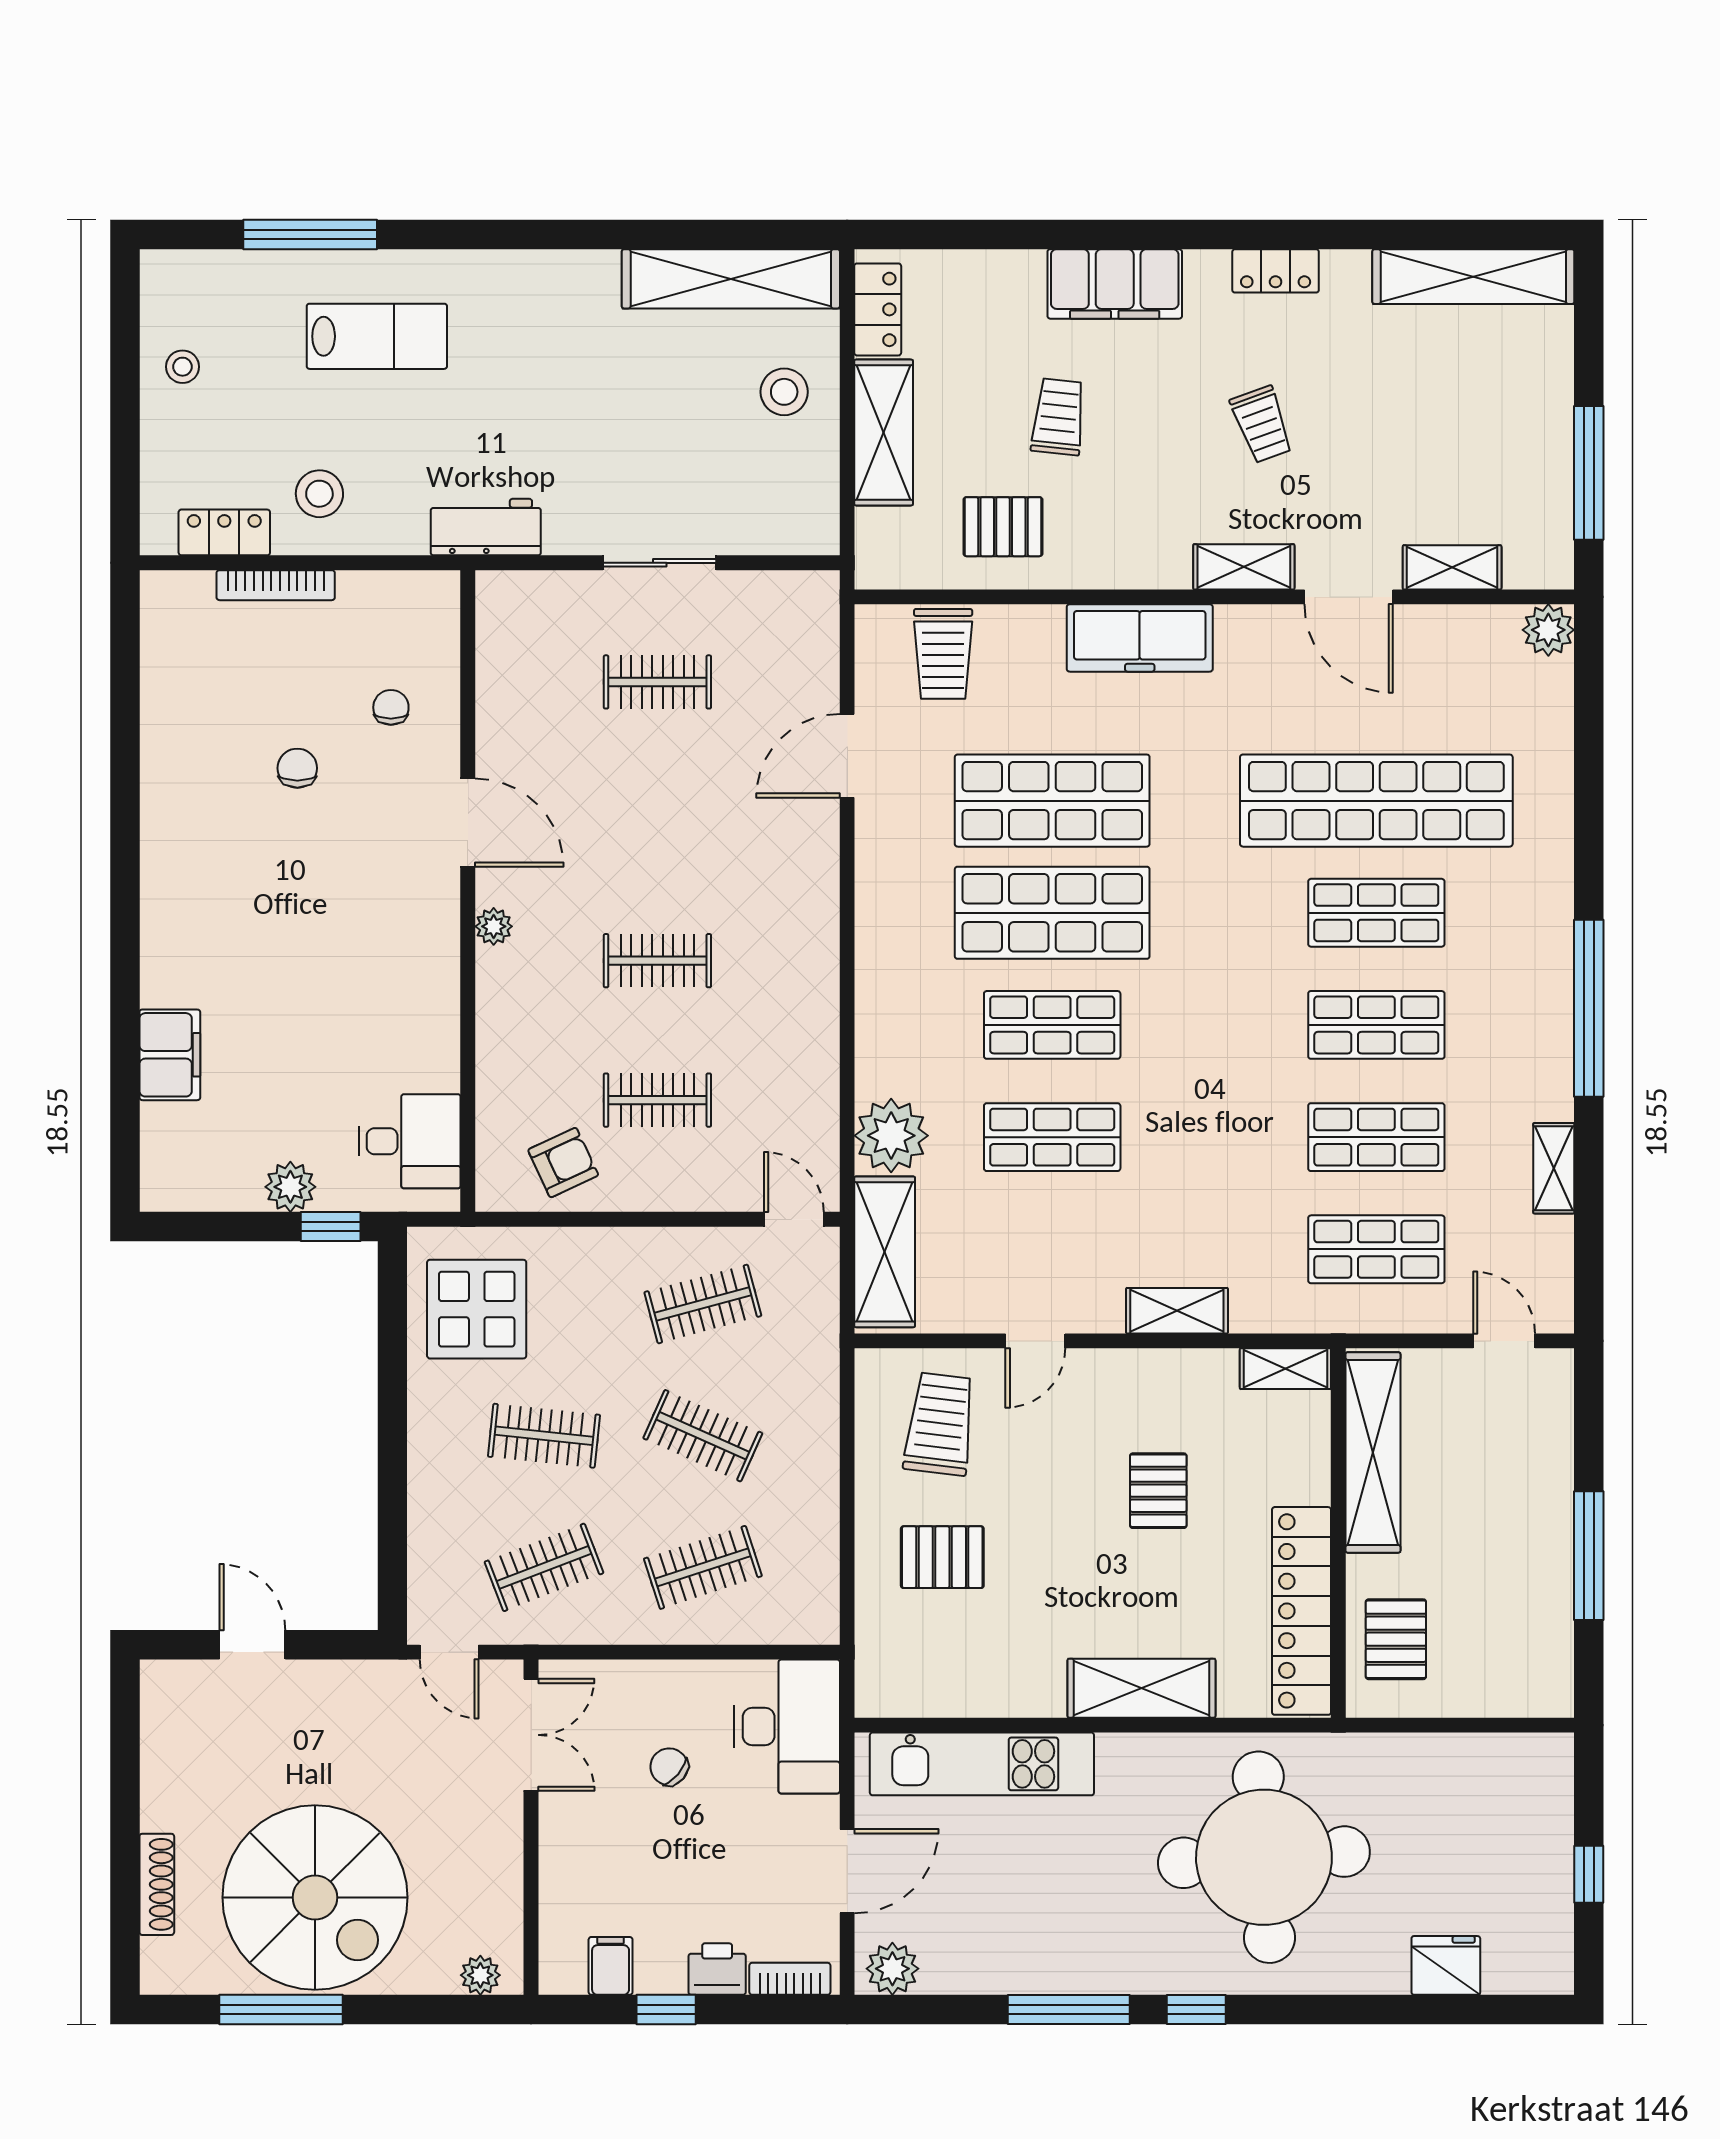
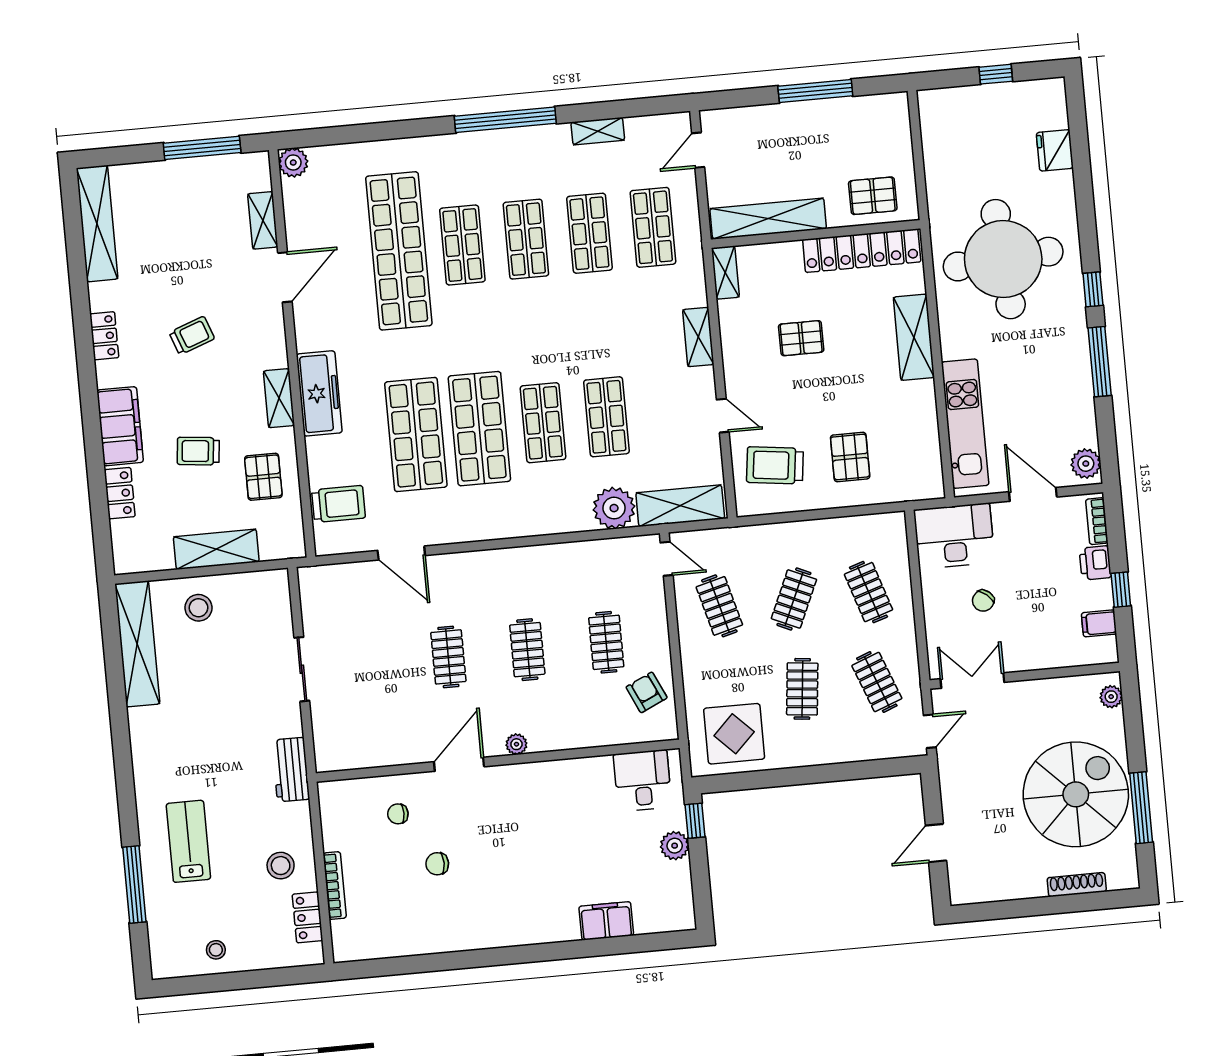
locker: (878, 309) -> (120, 493), moved, turned 90
shelving: (1244, 567) -> (279, 398), moved
clothes rail: (657, 682) -> (448, 657), moved
door: (794, 1219) -> (667, 559), swing flipped

